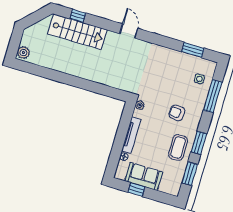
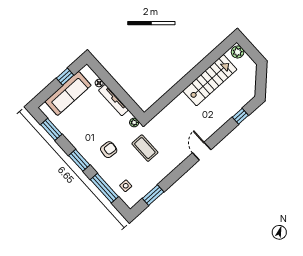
door: (129, 31) -> (202, 151), swing flipped
stairs: (77, 32) -> (210, 80), moved, turned 180
window: (199, 143) -> (79, 160), moved
coffee table: (178, 148) -> (145, 148), moved
sofa: (144, 176) -> (68, 93), width x1.36

